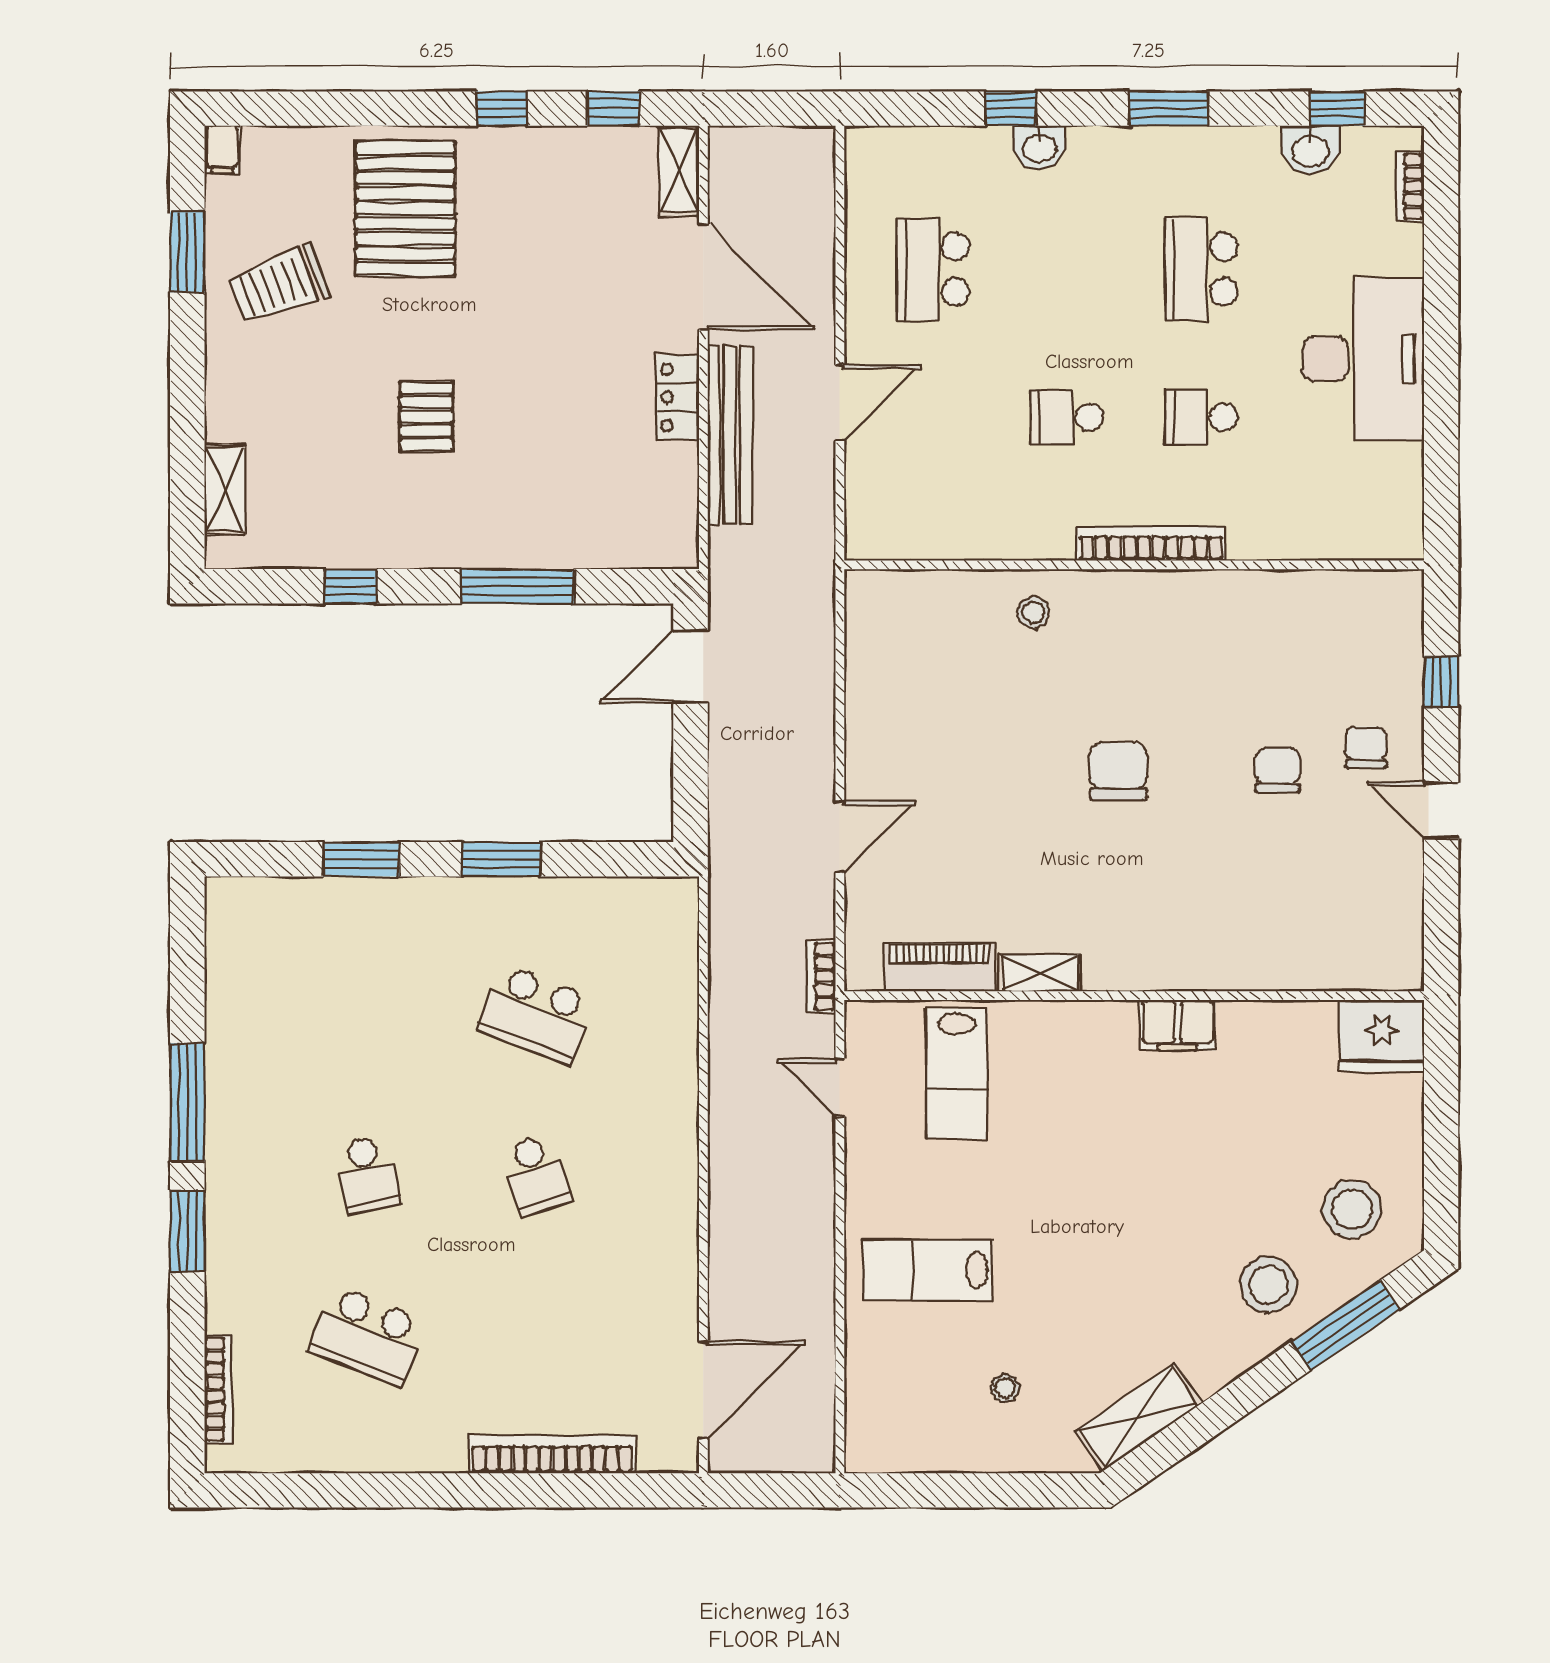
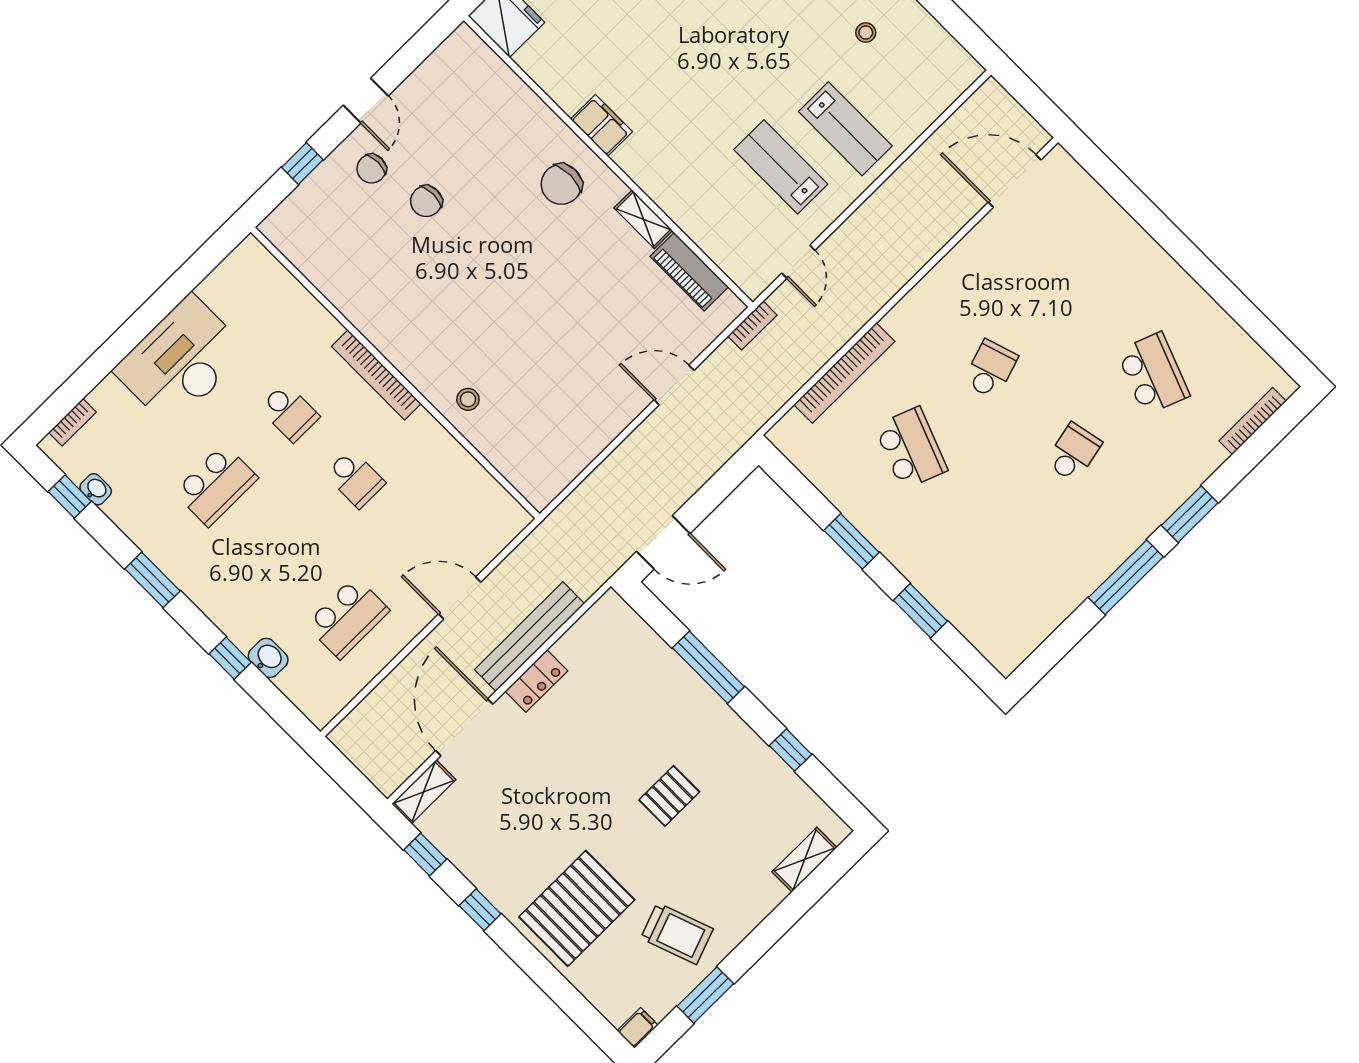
washbasin: (1039, 147) -> (268, 658), moved
washbasin: (1310, 150) -> (96, 489), width x0.72, depth x0.69
chair: (1118, 771) -> (561, 184), moved
lab bench: (957, 1074) -> (781, 167), moved, turned -90
bookcase: (552, 1454) -> (844, 373), moved, turned -90

